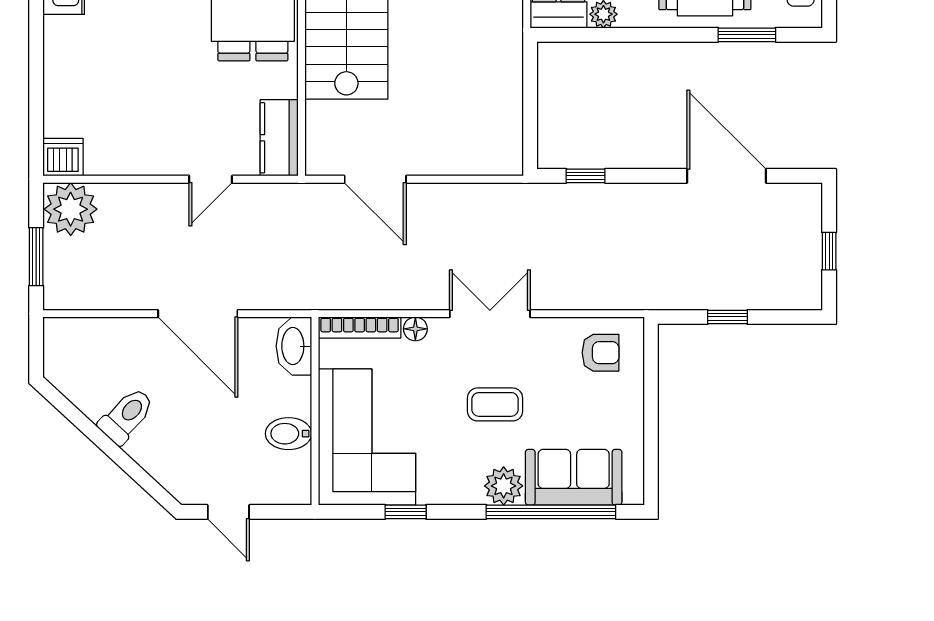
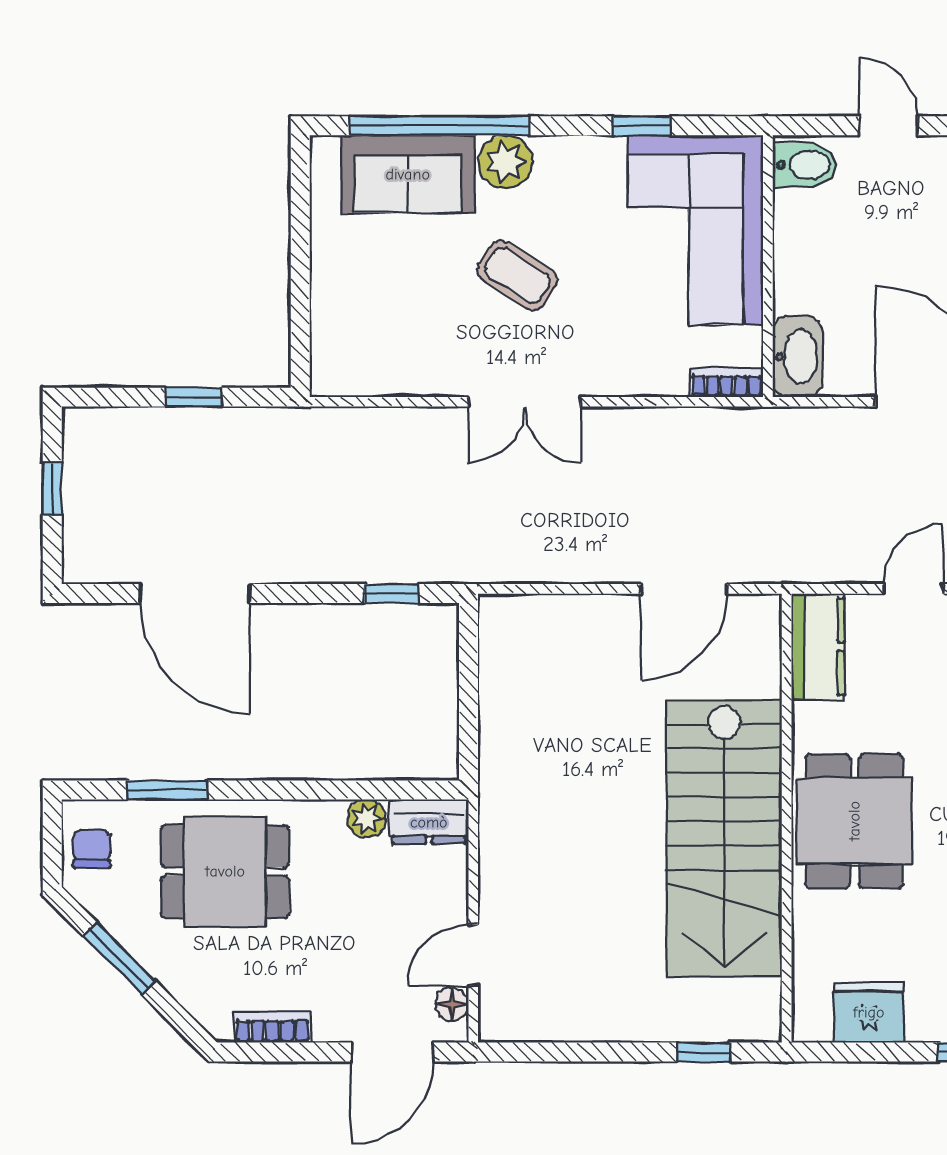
door: (375, 179) -> (684, 589), swing flipped
bookcase: (360, 328) -> (726, 382), width x0.64
floor lamp: (415, 329) -> (628, 381), removed
armchair: (601, 353) -> (370, 347), removed
coffee table: (495, 404) -> (517, 275), turned 32
bidet: (288, 434) -> (805, 165), moved

